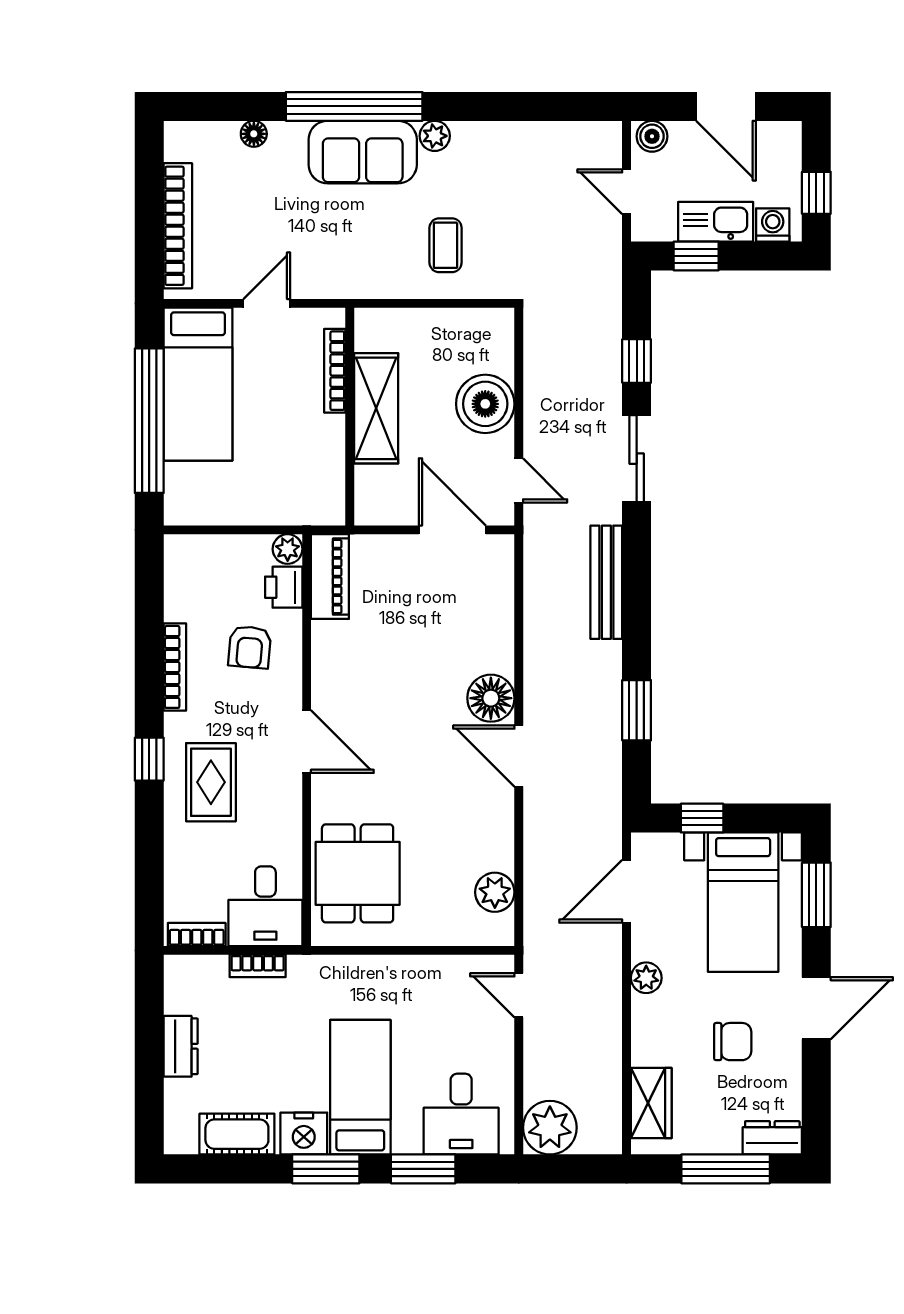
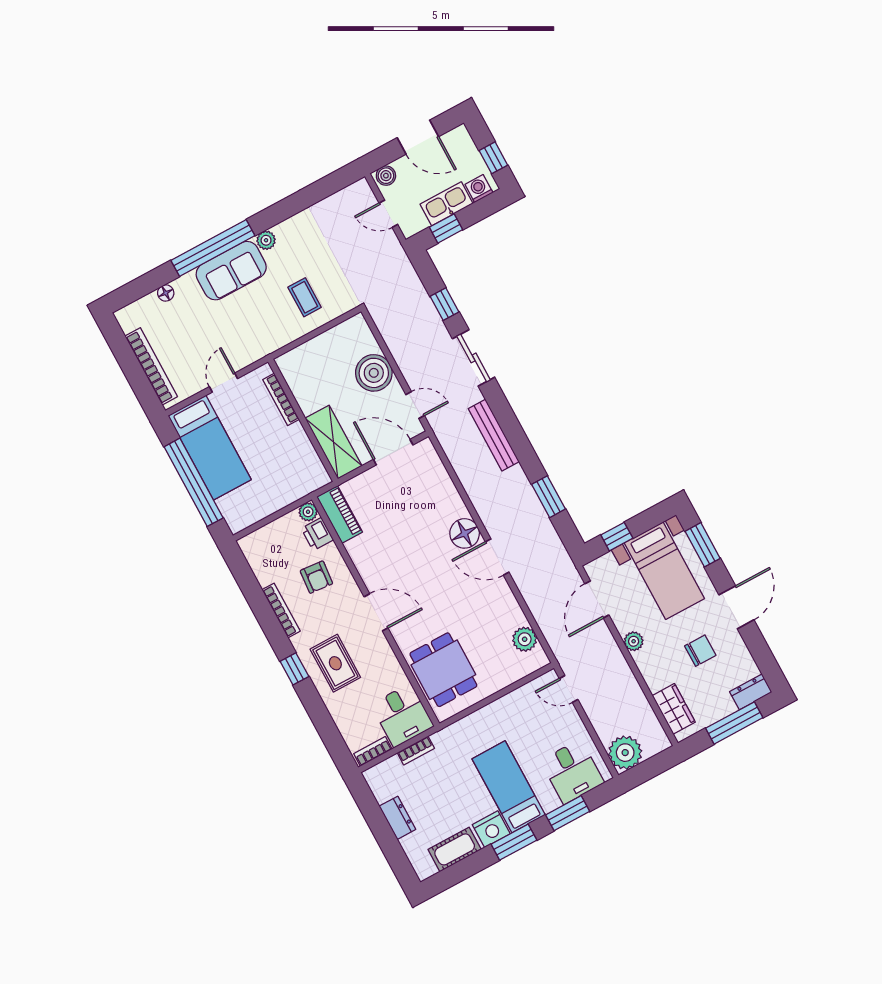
shelving: (376, 408) -> (333, 442), moved

